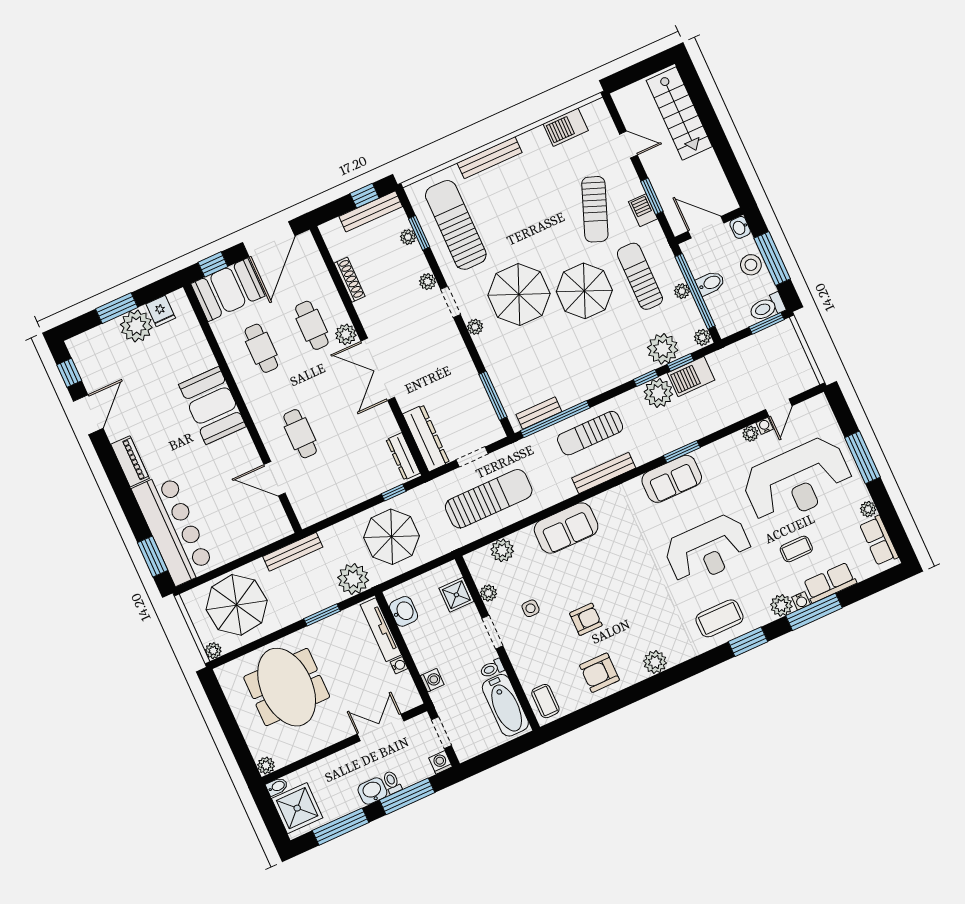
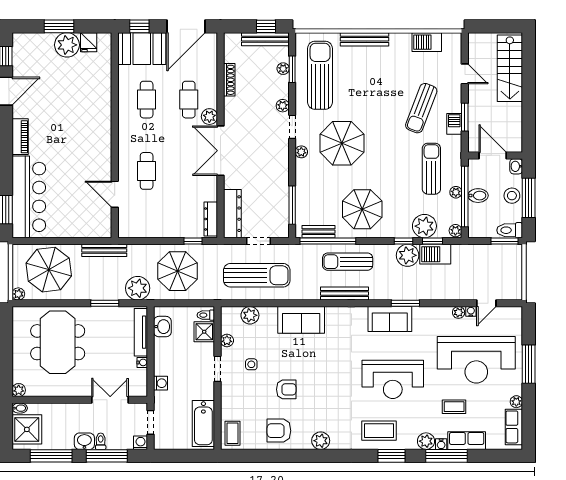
parasol: (584, 291) -> (362, 209), moved
booth: (212, 405) -> (95, 124), removed
toilet: (492, 668) -> (206, 315), moved

